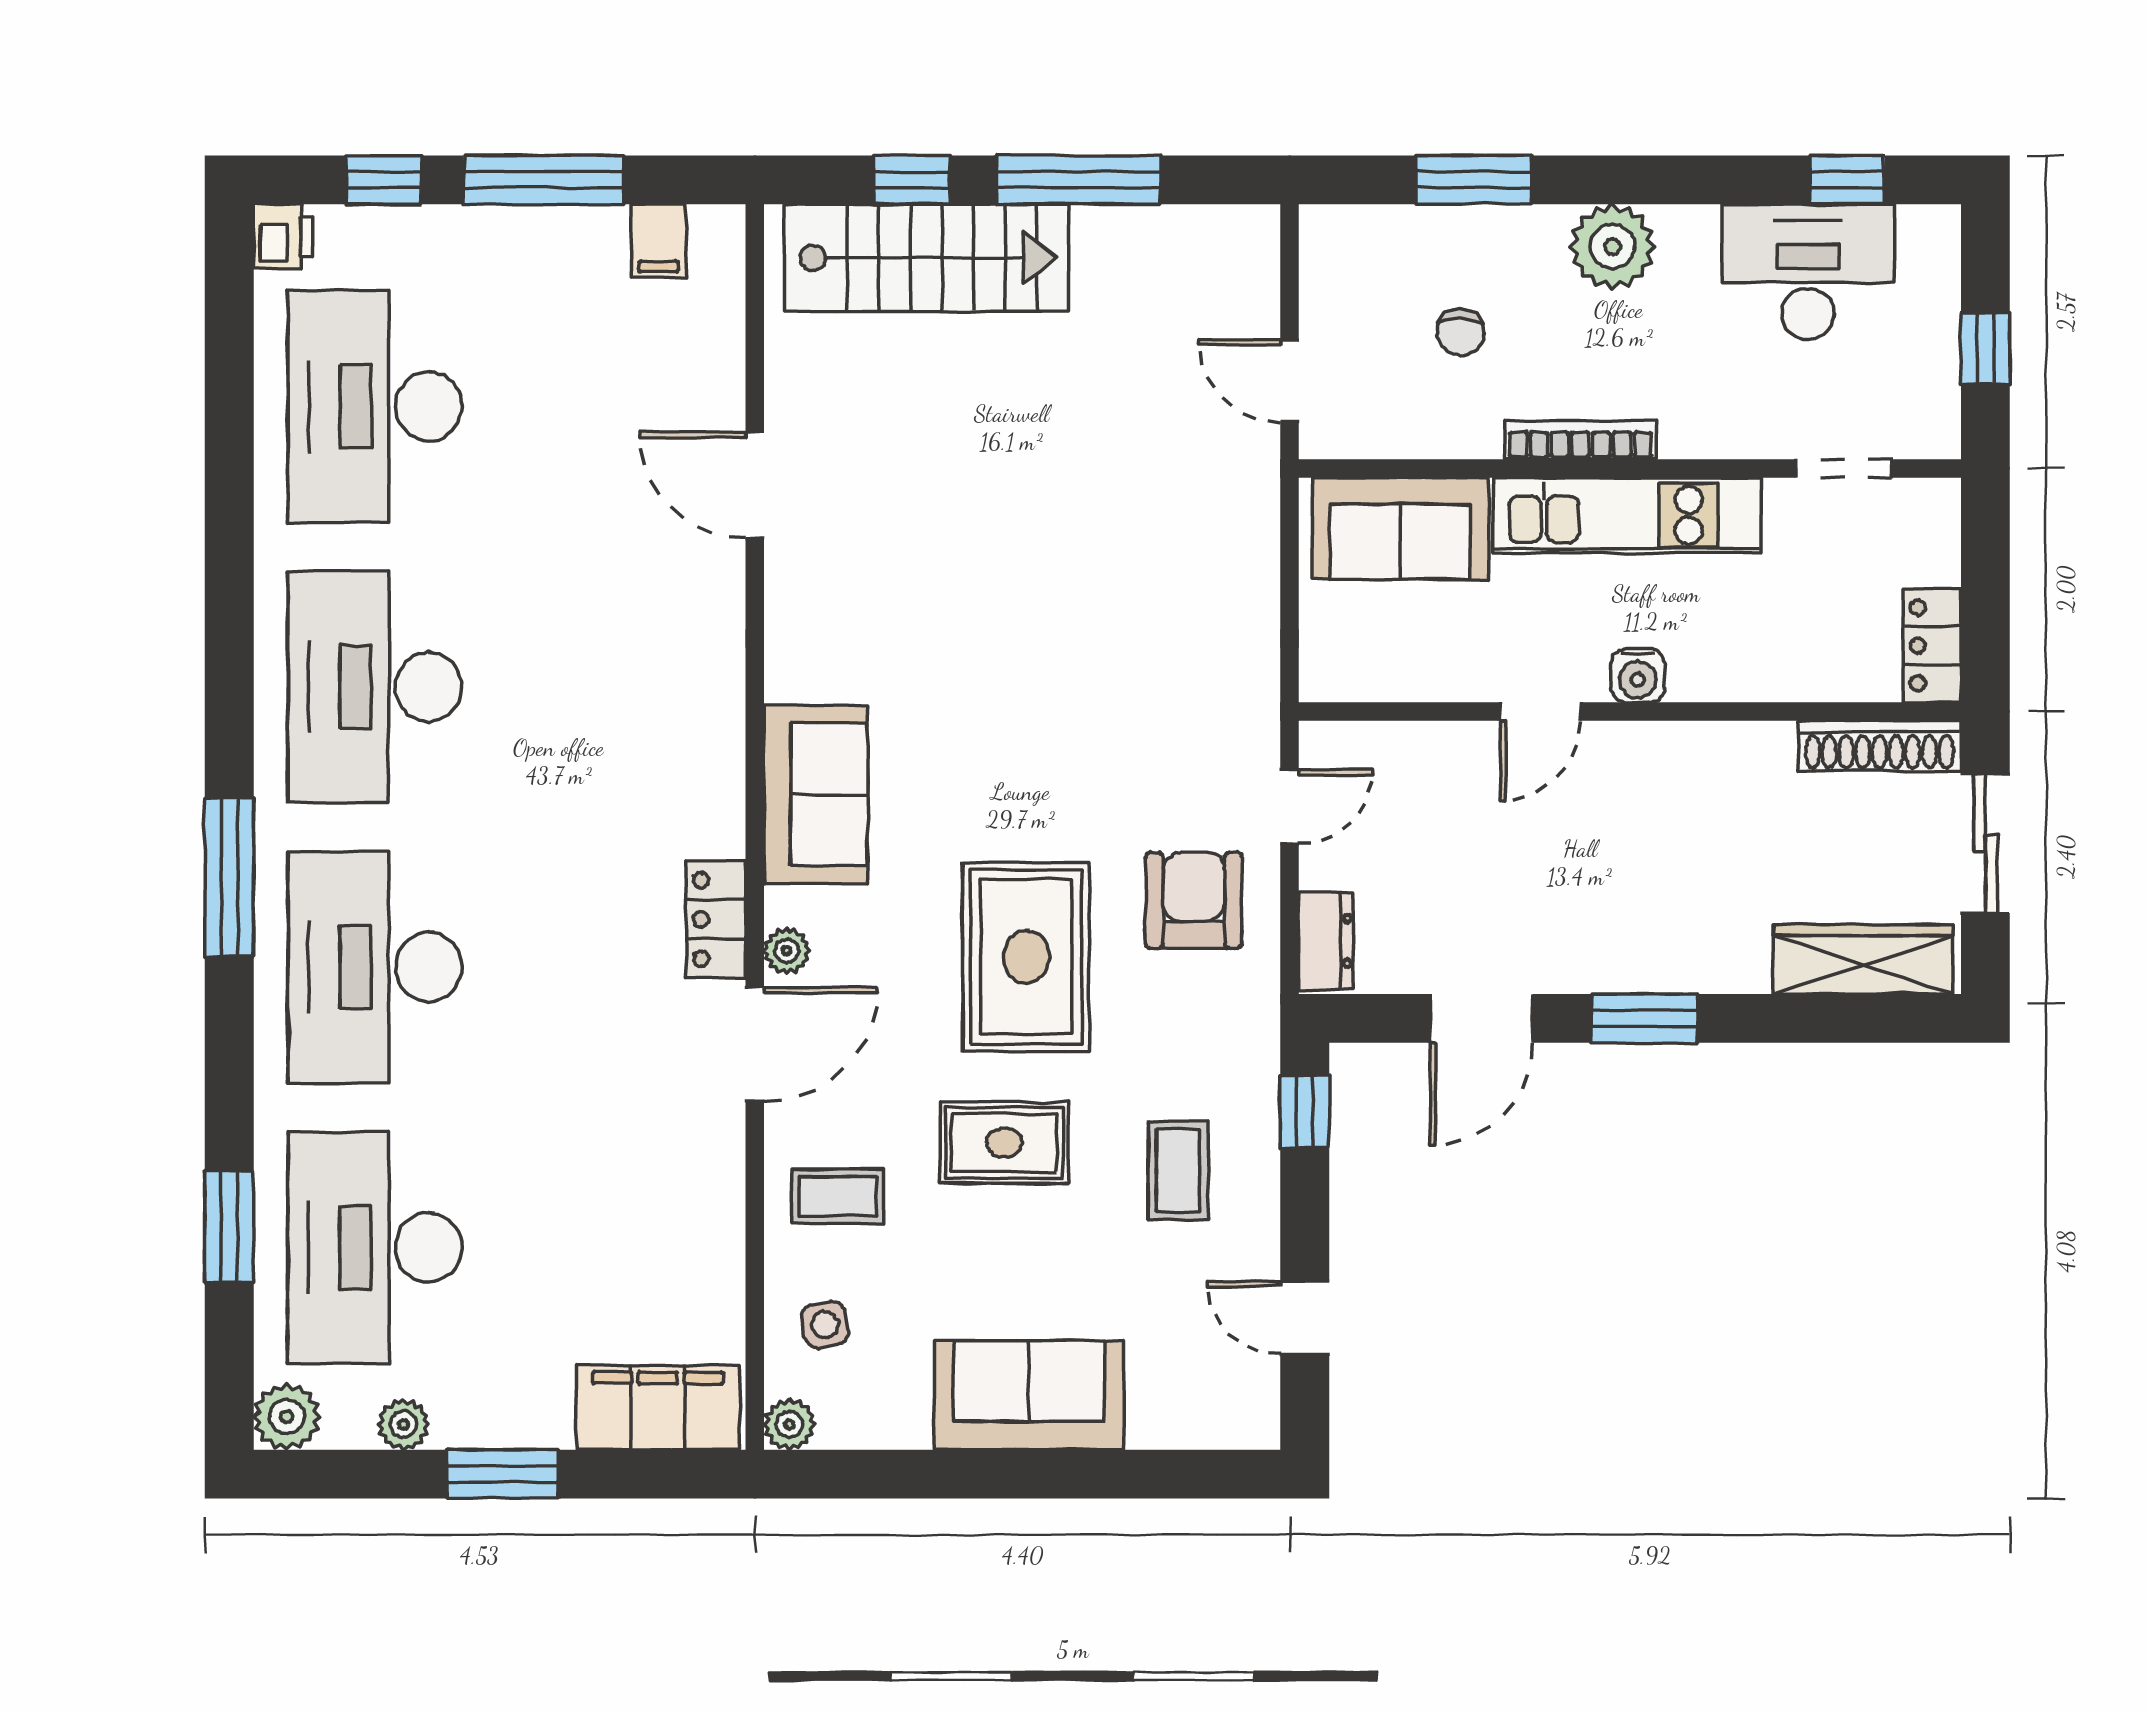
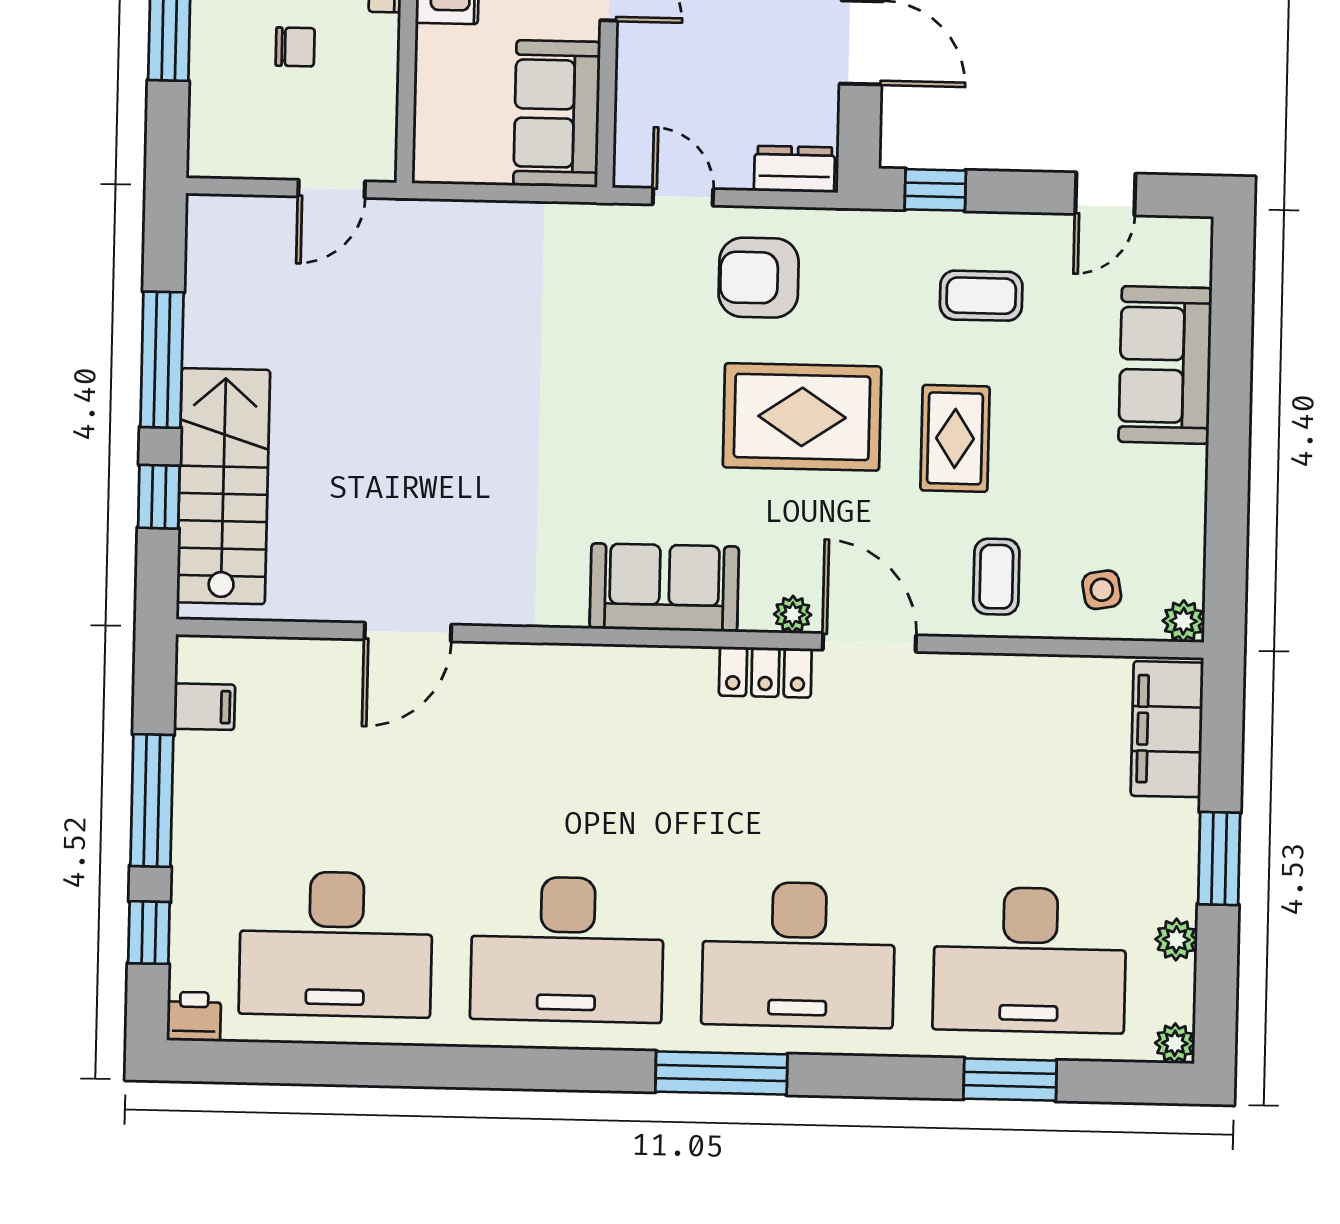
sofa: (1400, 528) -> (557, 114), moved, turned 180
sofa: (1029, 1395) -> (1165, 365), moved
plant: (287, 1417) -> (1175, 1043), width x0.73, depth x0.73

